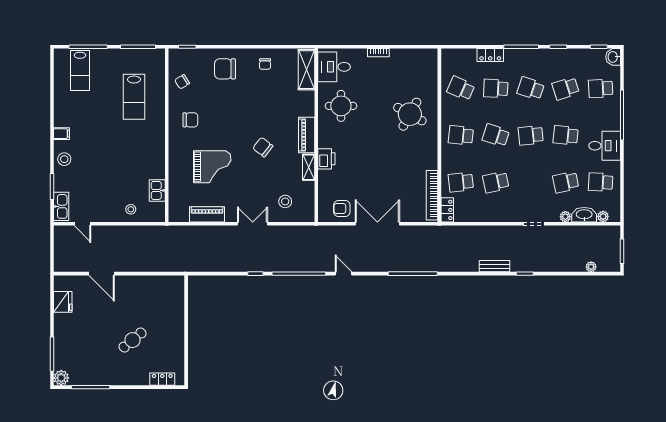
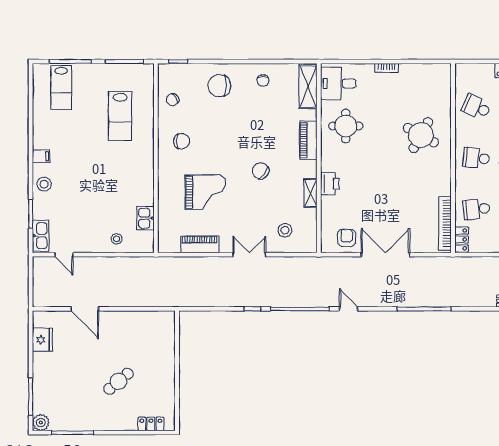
piano: (307, 135) -> (308, 140), moved
armchair: (342, 208) -> (347, 238), turned 90

